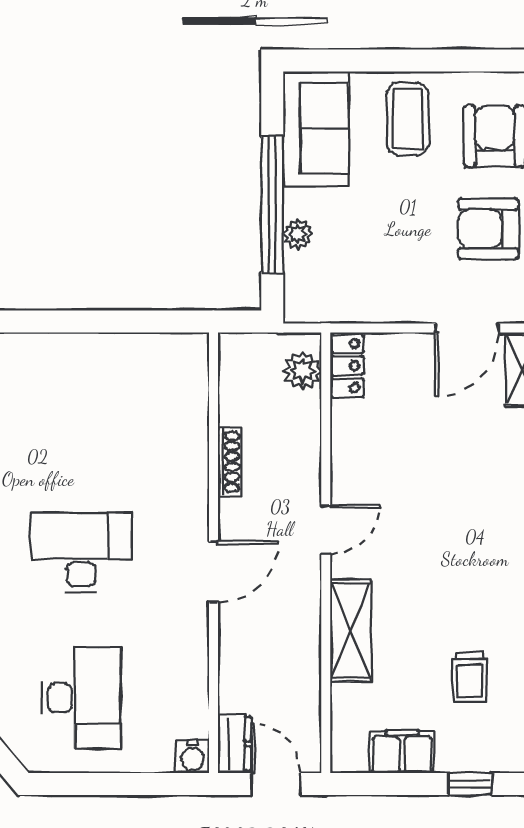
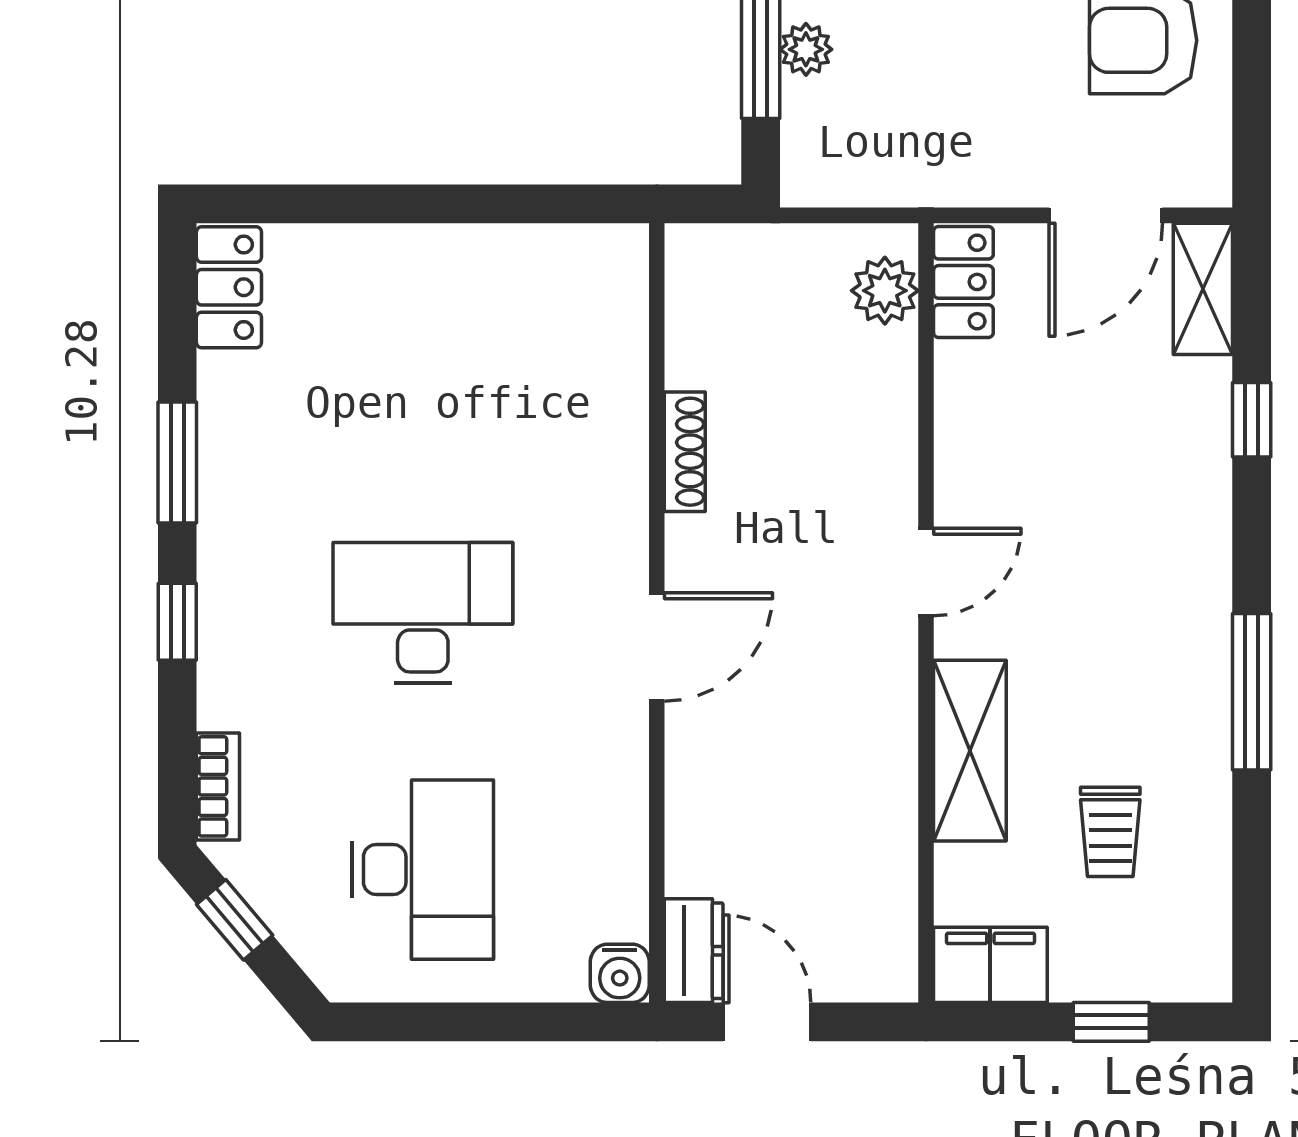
locker: (347, 366) -> (963, 282), moved
plant: (302, 371) -> (885, 291), moved
door: (326, 530) -> (926, 572), moved
wall: (326, 553) -> (926, 613), moved
shelving: (351, 631) -> (970, 751), moved

